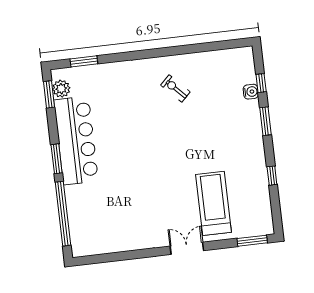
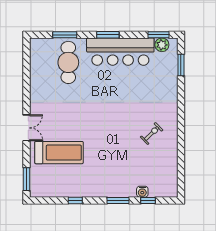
cafe table: (98, 205) -> (68, 62), added
window: (63, 214) -> (65, 35), width x0.47

